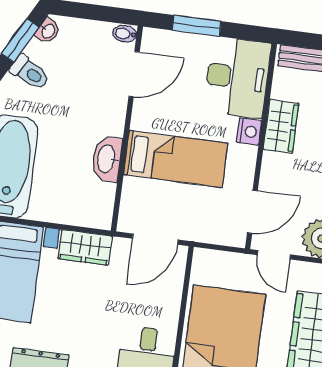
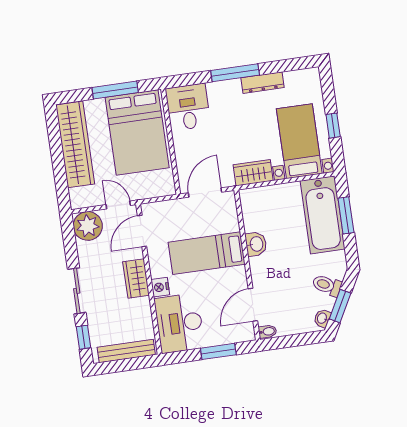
wardrobe: (281, 126) -> (136, 279), moved
washbasin: (107, 159) -> (256, 244), width x0.72

